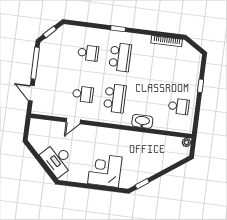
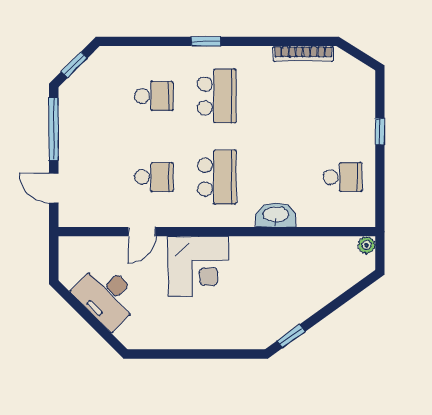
desk: (58, 160) -> (107, 296), moved
corner desk: (105, 170) -> (198, 266), moved, turned 180

